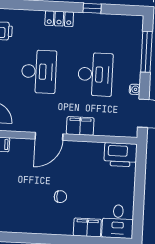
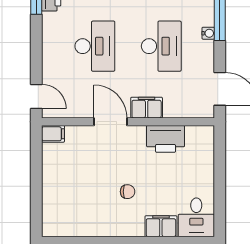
water cooler: (135, 89) -> (208, 33), moved
door: (49, 136) -> (110, 122), swing flipped
printer: (121, 155) -> (166, 139), moved

